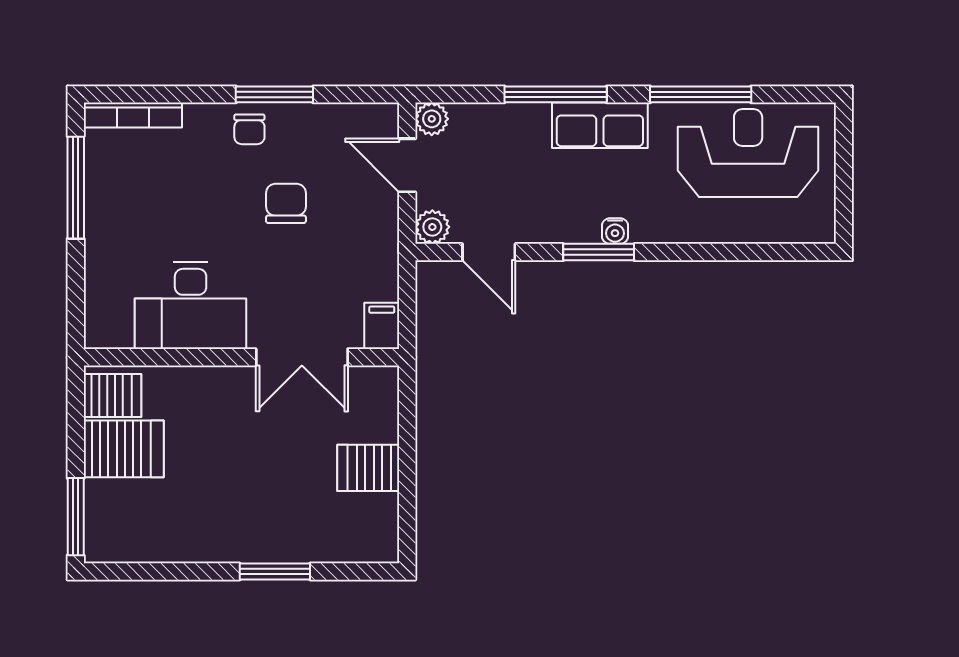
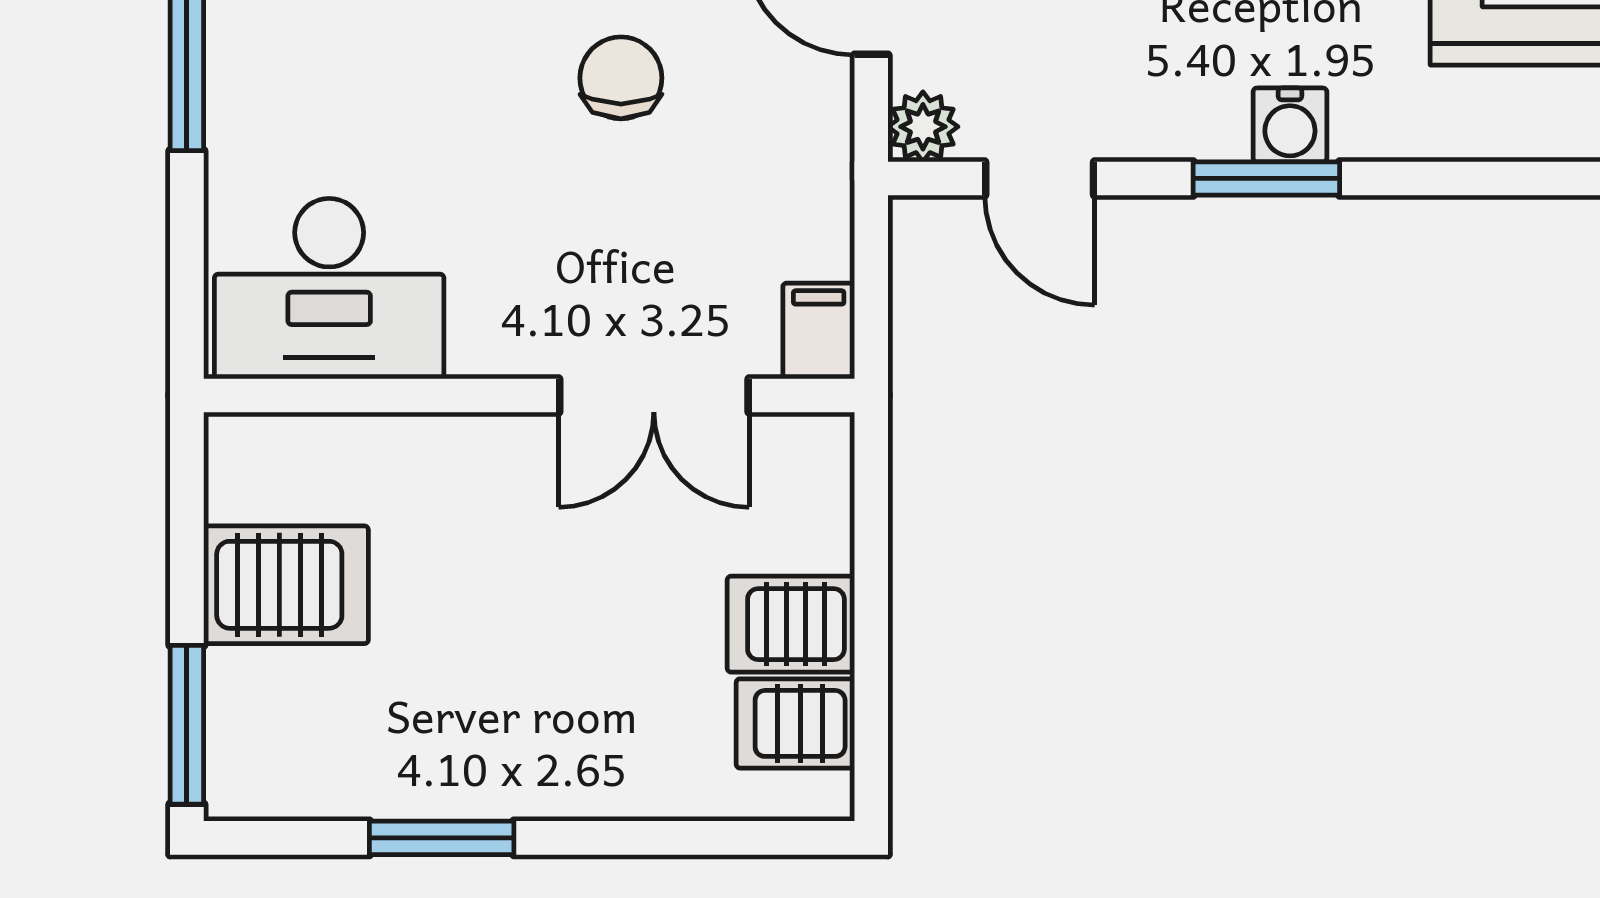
water cooler: (615, 231) -> (1290, 125), width x1.38, depth x1.38
desk: (191, 305) -> (329, 289), moved
server rack: (112, 396) -> (795, 723), moved, turned 180
window: (275, 571) -> (442, 838), moved

